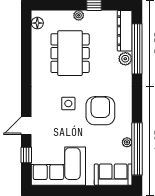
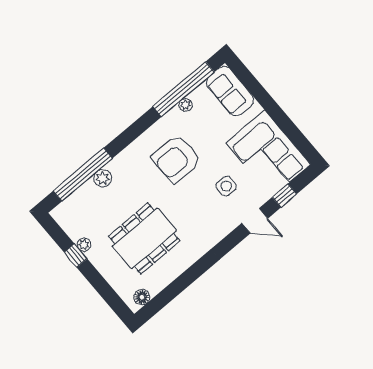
plant: (79, 15) -> (84, 245), moved
dresser: (125, 31) -> (75, 203), removed
side table: (68, 104) -> (226, 186), moved

